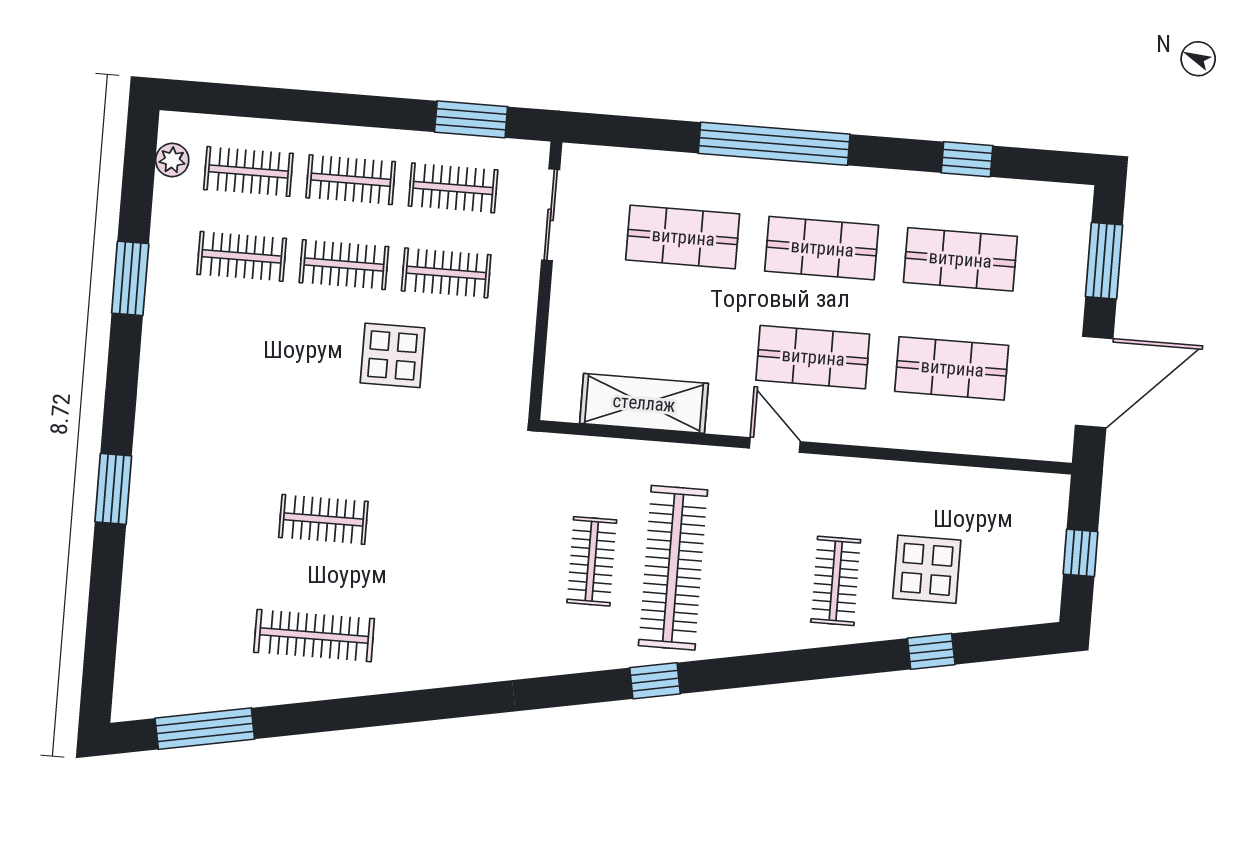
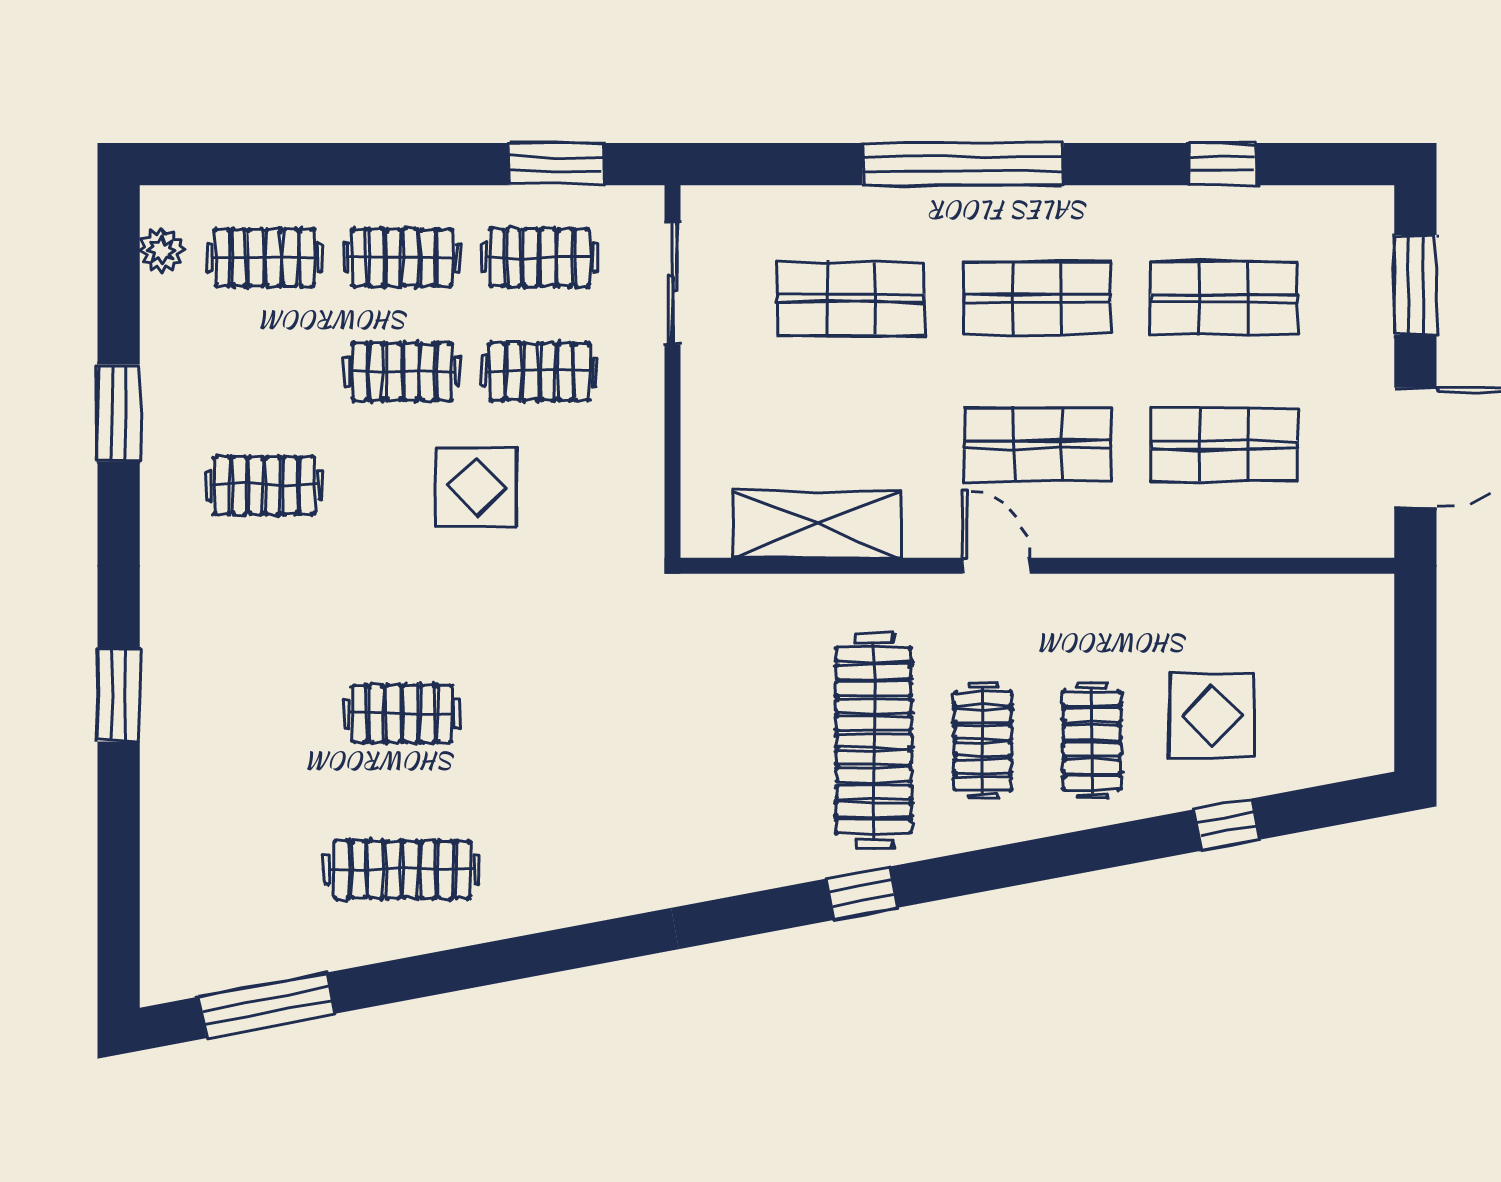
clothes rail: (242, 256) -> (265, 486), moved
window: (1080, 553) -> (1415, 677), removed
clothes rail: (592, 561) -> (983, 741), moved

